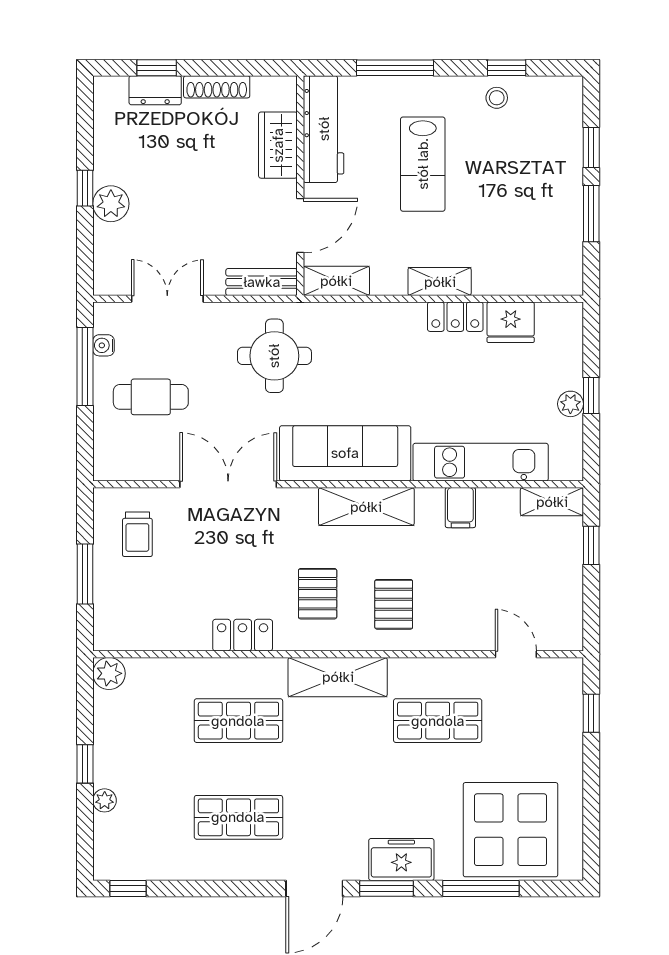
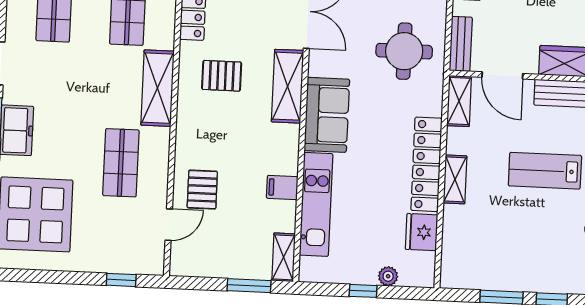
locker: (455, 317) -> (426, 164), width x2.16, depth x1.21
plant: (570, 404) -> (388, 276), moved
sofa: (345, 453) -> (327, 115), width x0.73
shelving: (366, 507) -> (288, 86), moved
window: (591, 545) -> (249, 286), width x1.50
pallet: (394, 604) -> (202, 190), moved, turned 90

